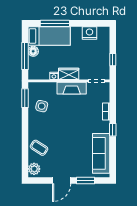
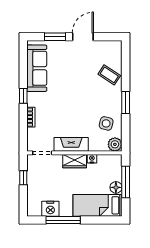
window: (55, 23) -> (63, 220), moved
window: (25, 98) -> (126, 103), moved
plant: (34, 169) -> (115, 144), moved

